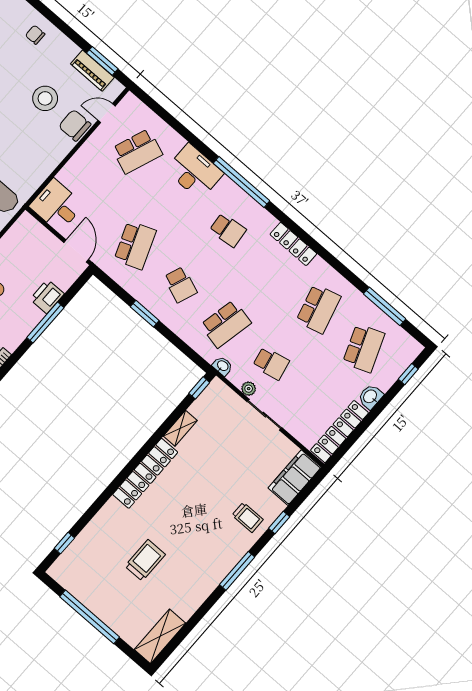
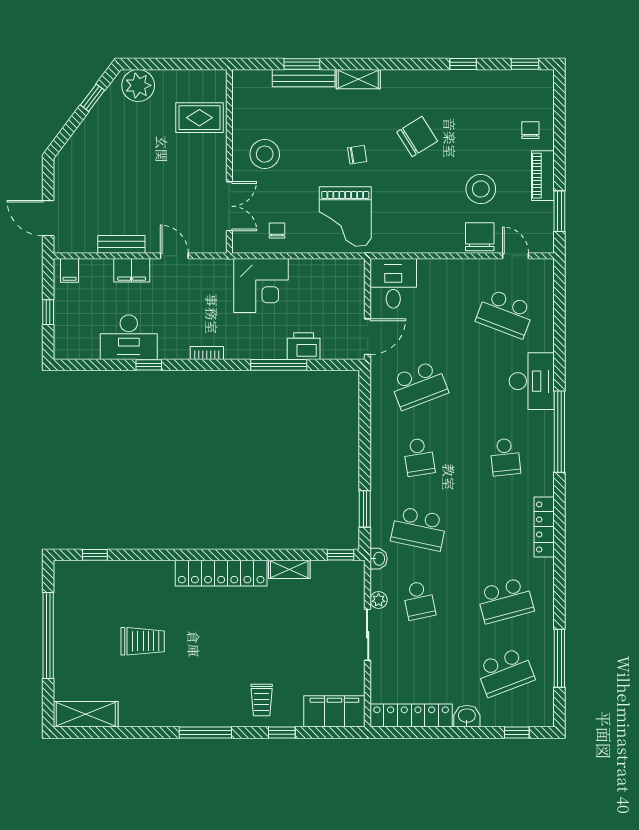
piano: (92, 71) -> (543, 176), moved
school desk: (180, 285) -> (419, 457), turned -30
window: (145, 314) -> (365, 509), moved

